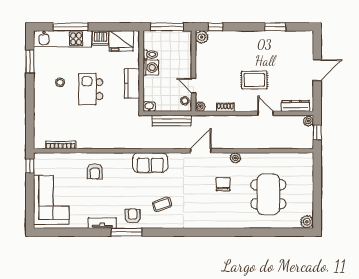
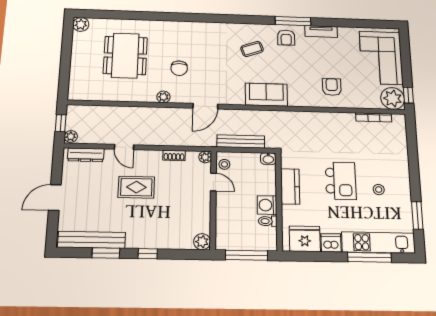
window: (215, 27) -> (148, 254), moved
bench: (287, 37) -> (92, 240), added
plant: (44, 163) -> (393, 98), added

